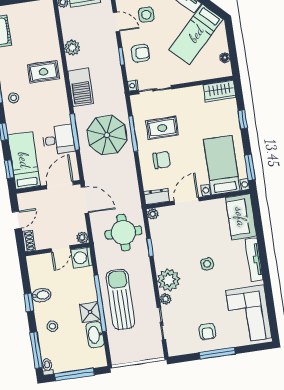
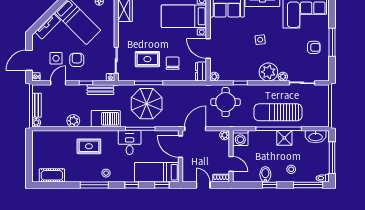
armchair: (140, 53) -> (77, 60), moved
rug: (44, 72) -> (89, 146), turned 90
bench: (116, 76) -> (100, 90), added
rug: (162, 128) -> (147, 59), turned 90
desk: (58, 140) -> (130, 143), moved
door: (61, 249) -> (231, 164), moved
washbasin: (95, 335) -> (316, 137), moved

